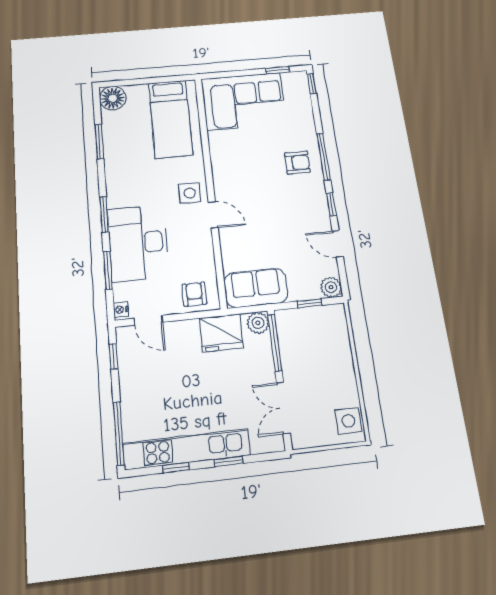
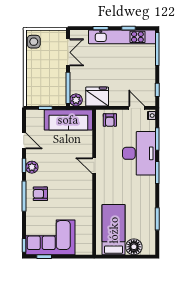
floor lamp: (113, 98) -> (134, 247), moved
corner sofa: (244, 101) -> (50, 237), moved
side table: (190, 193) -> (107, 181), removed
plant: (331, 287) -> (32, 167), moved
sofa: (256, 288) -> (68, 120), width x1.36

